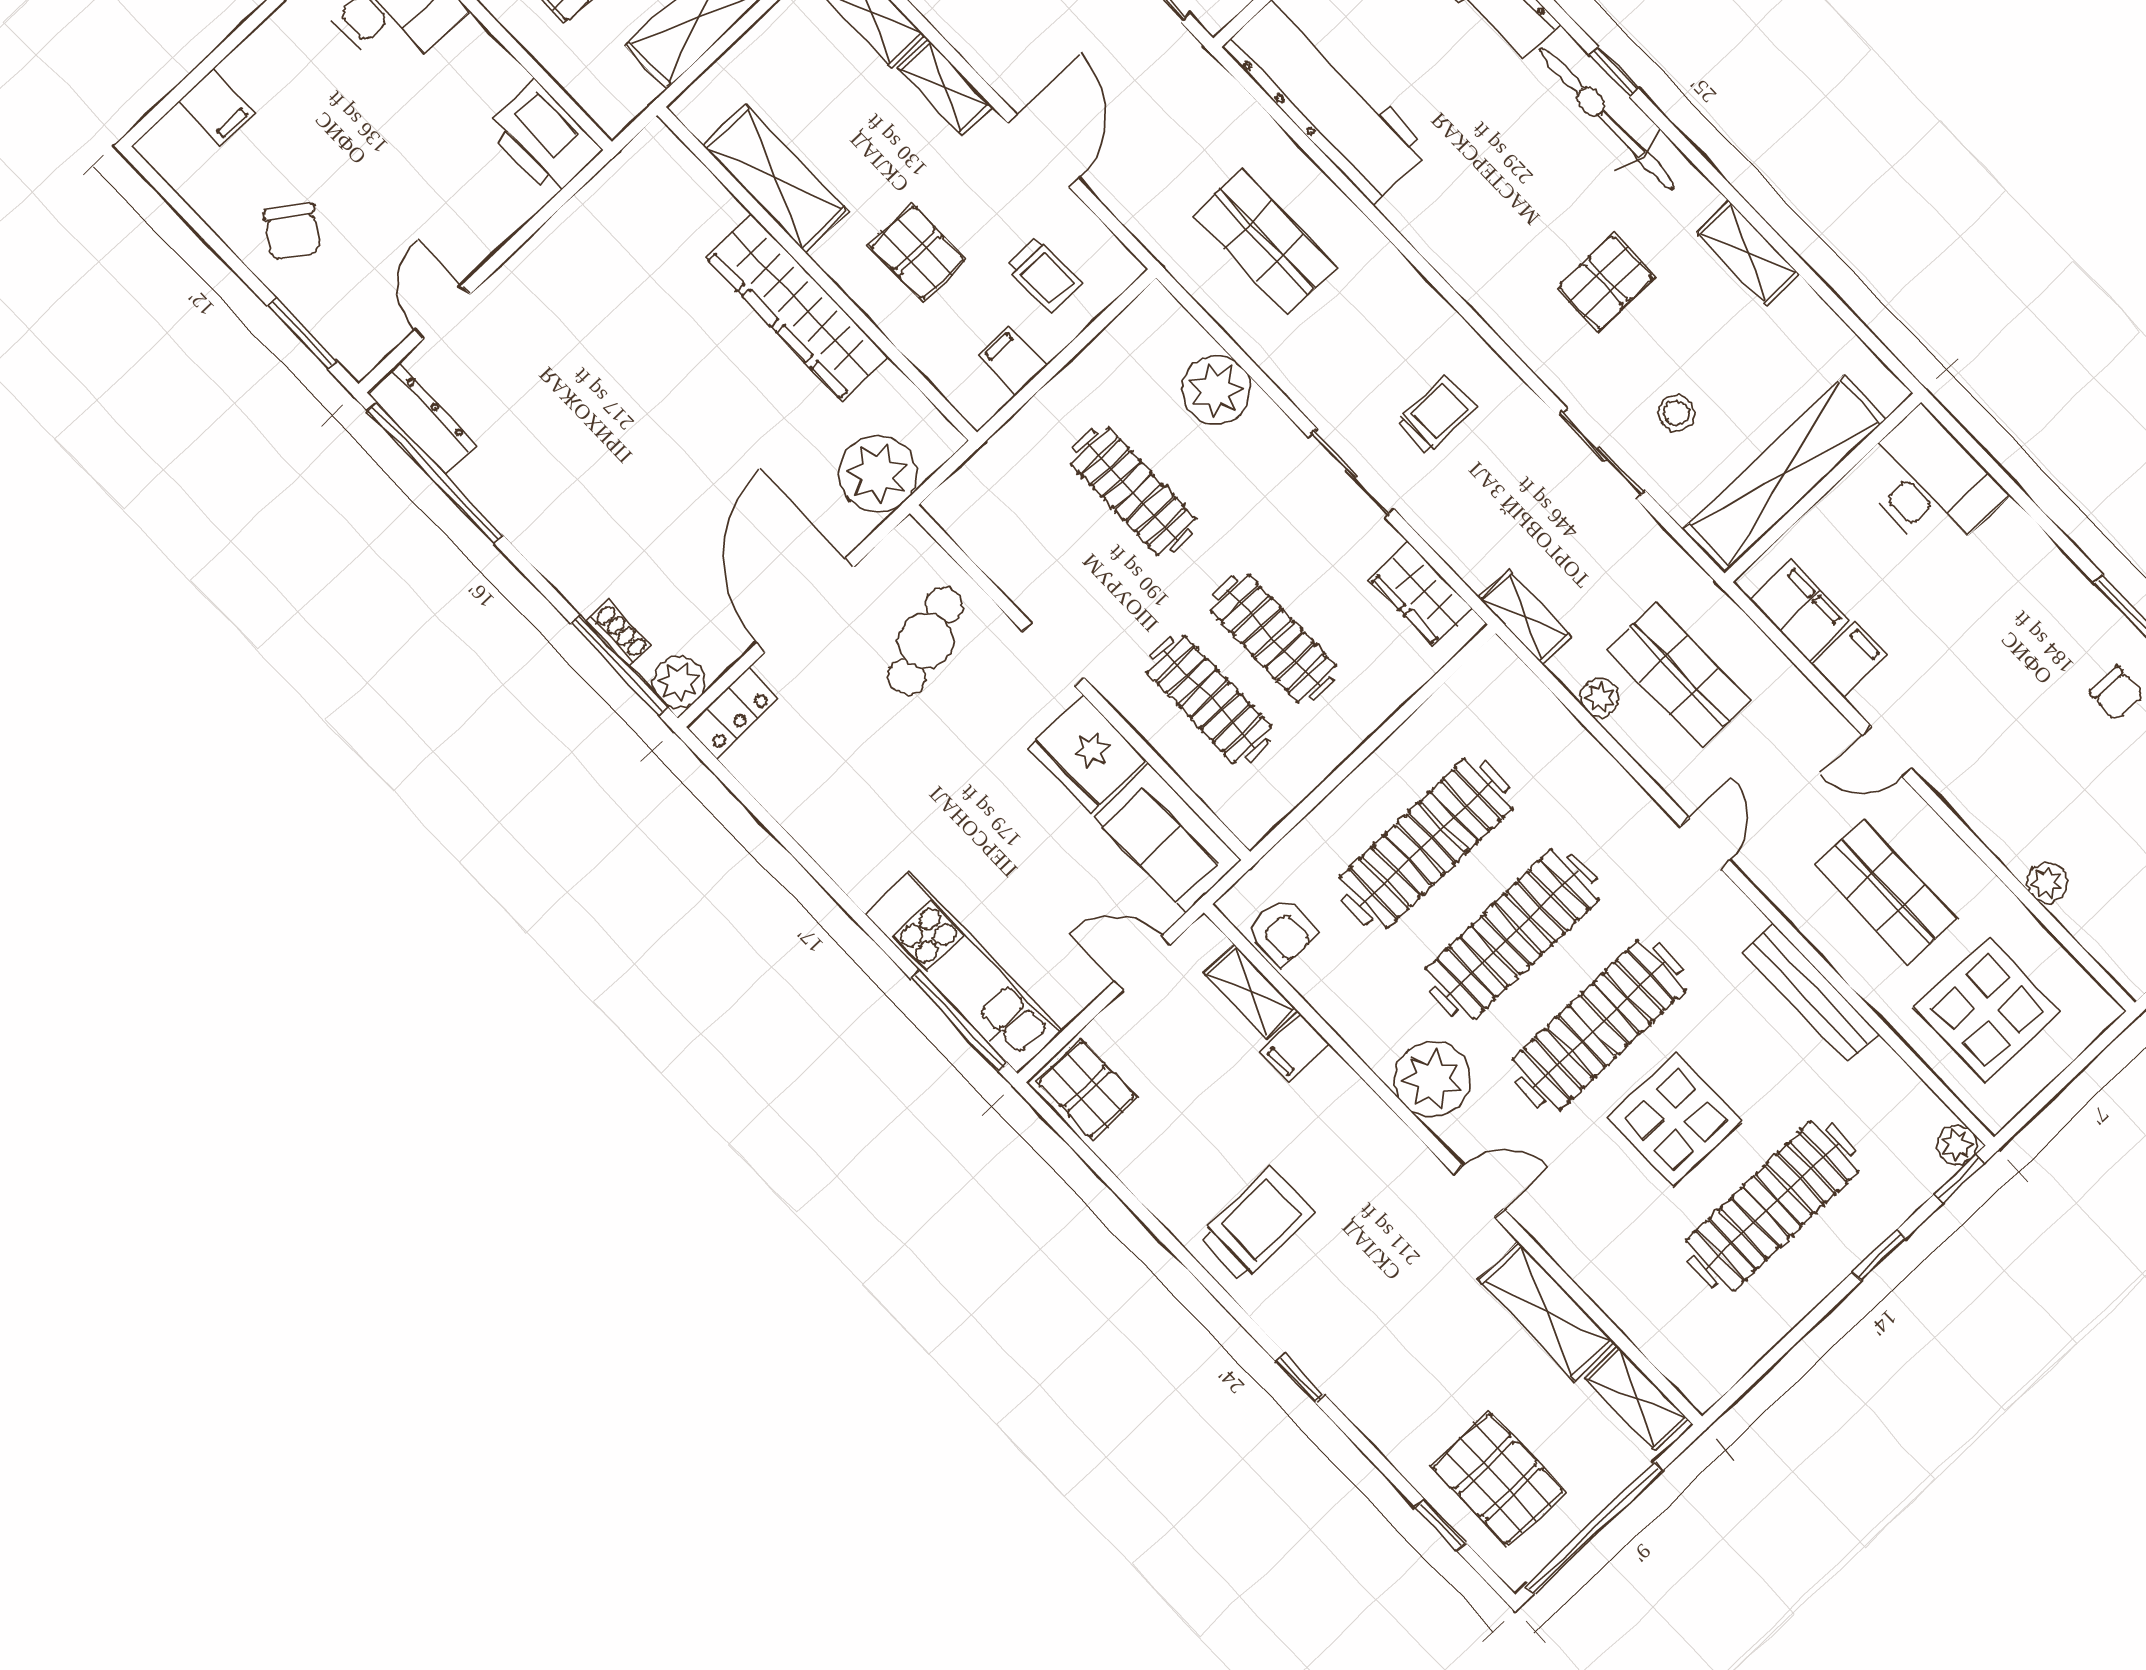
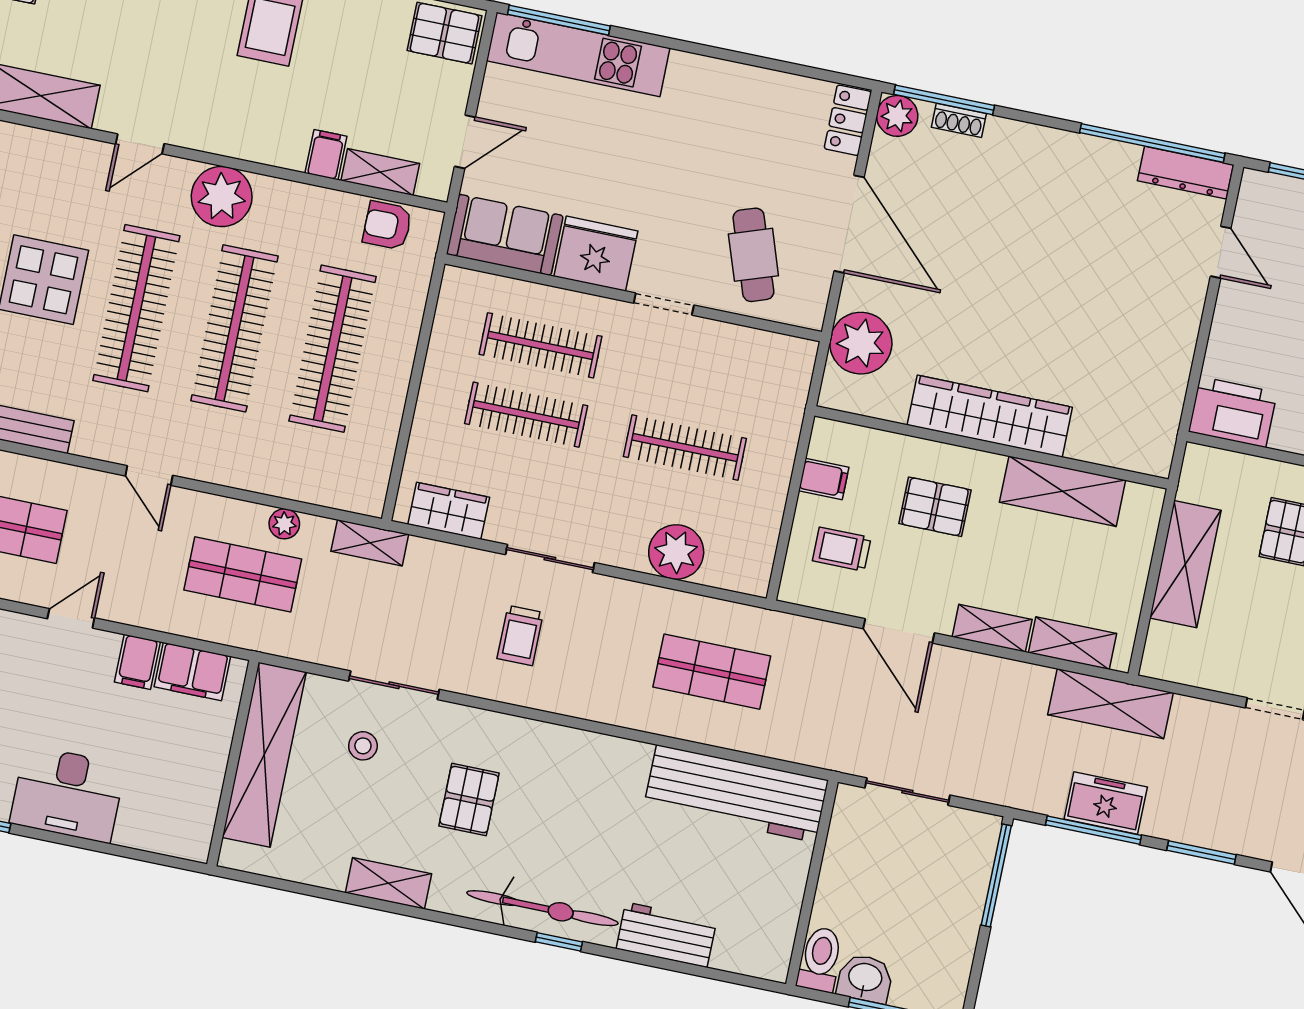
desk: (1929, 483) -> (68, 794), moved

